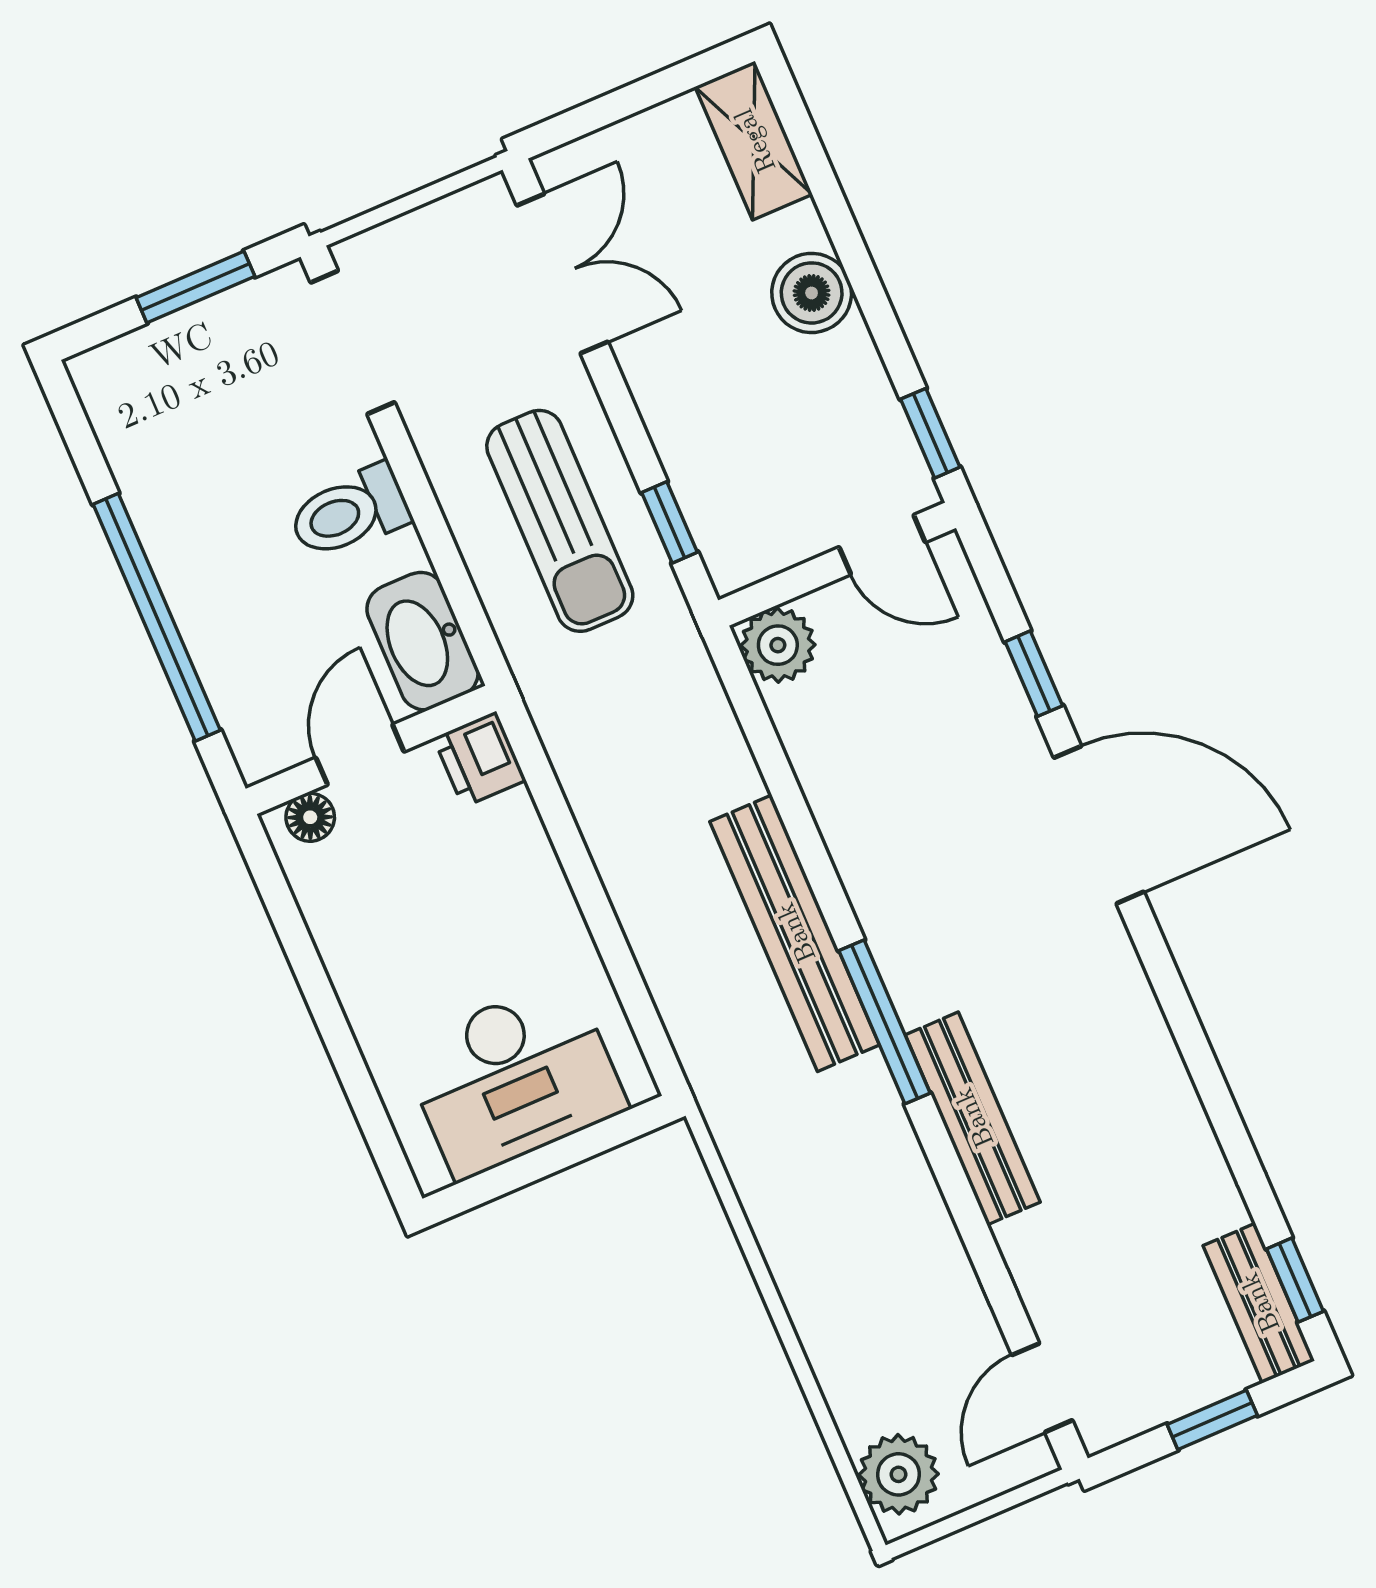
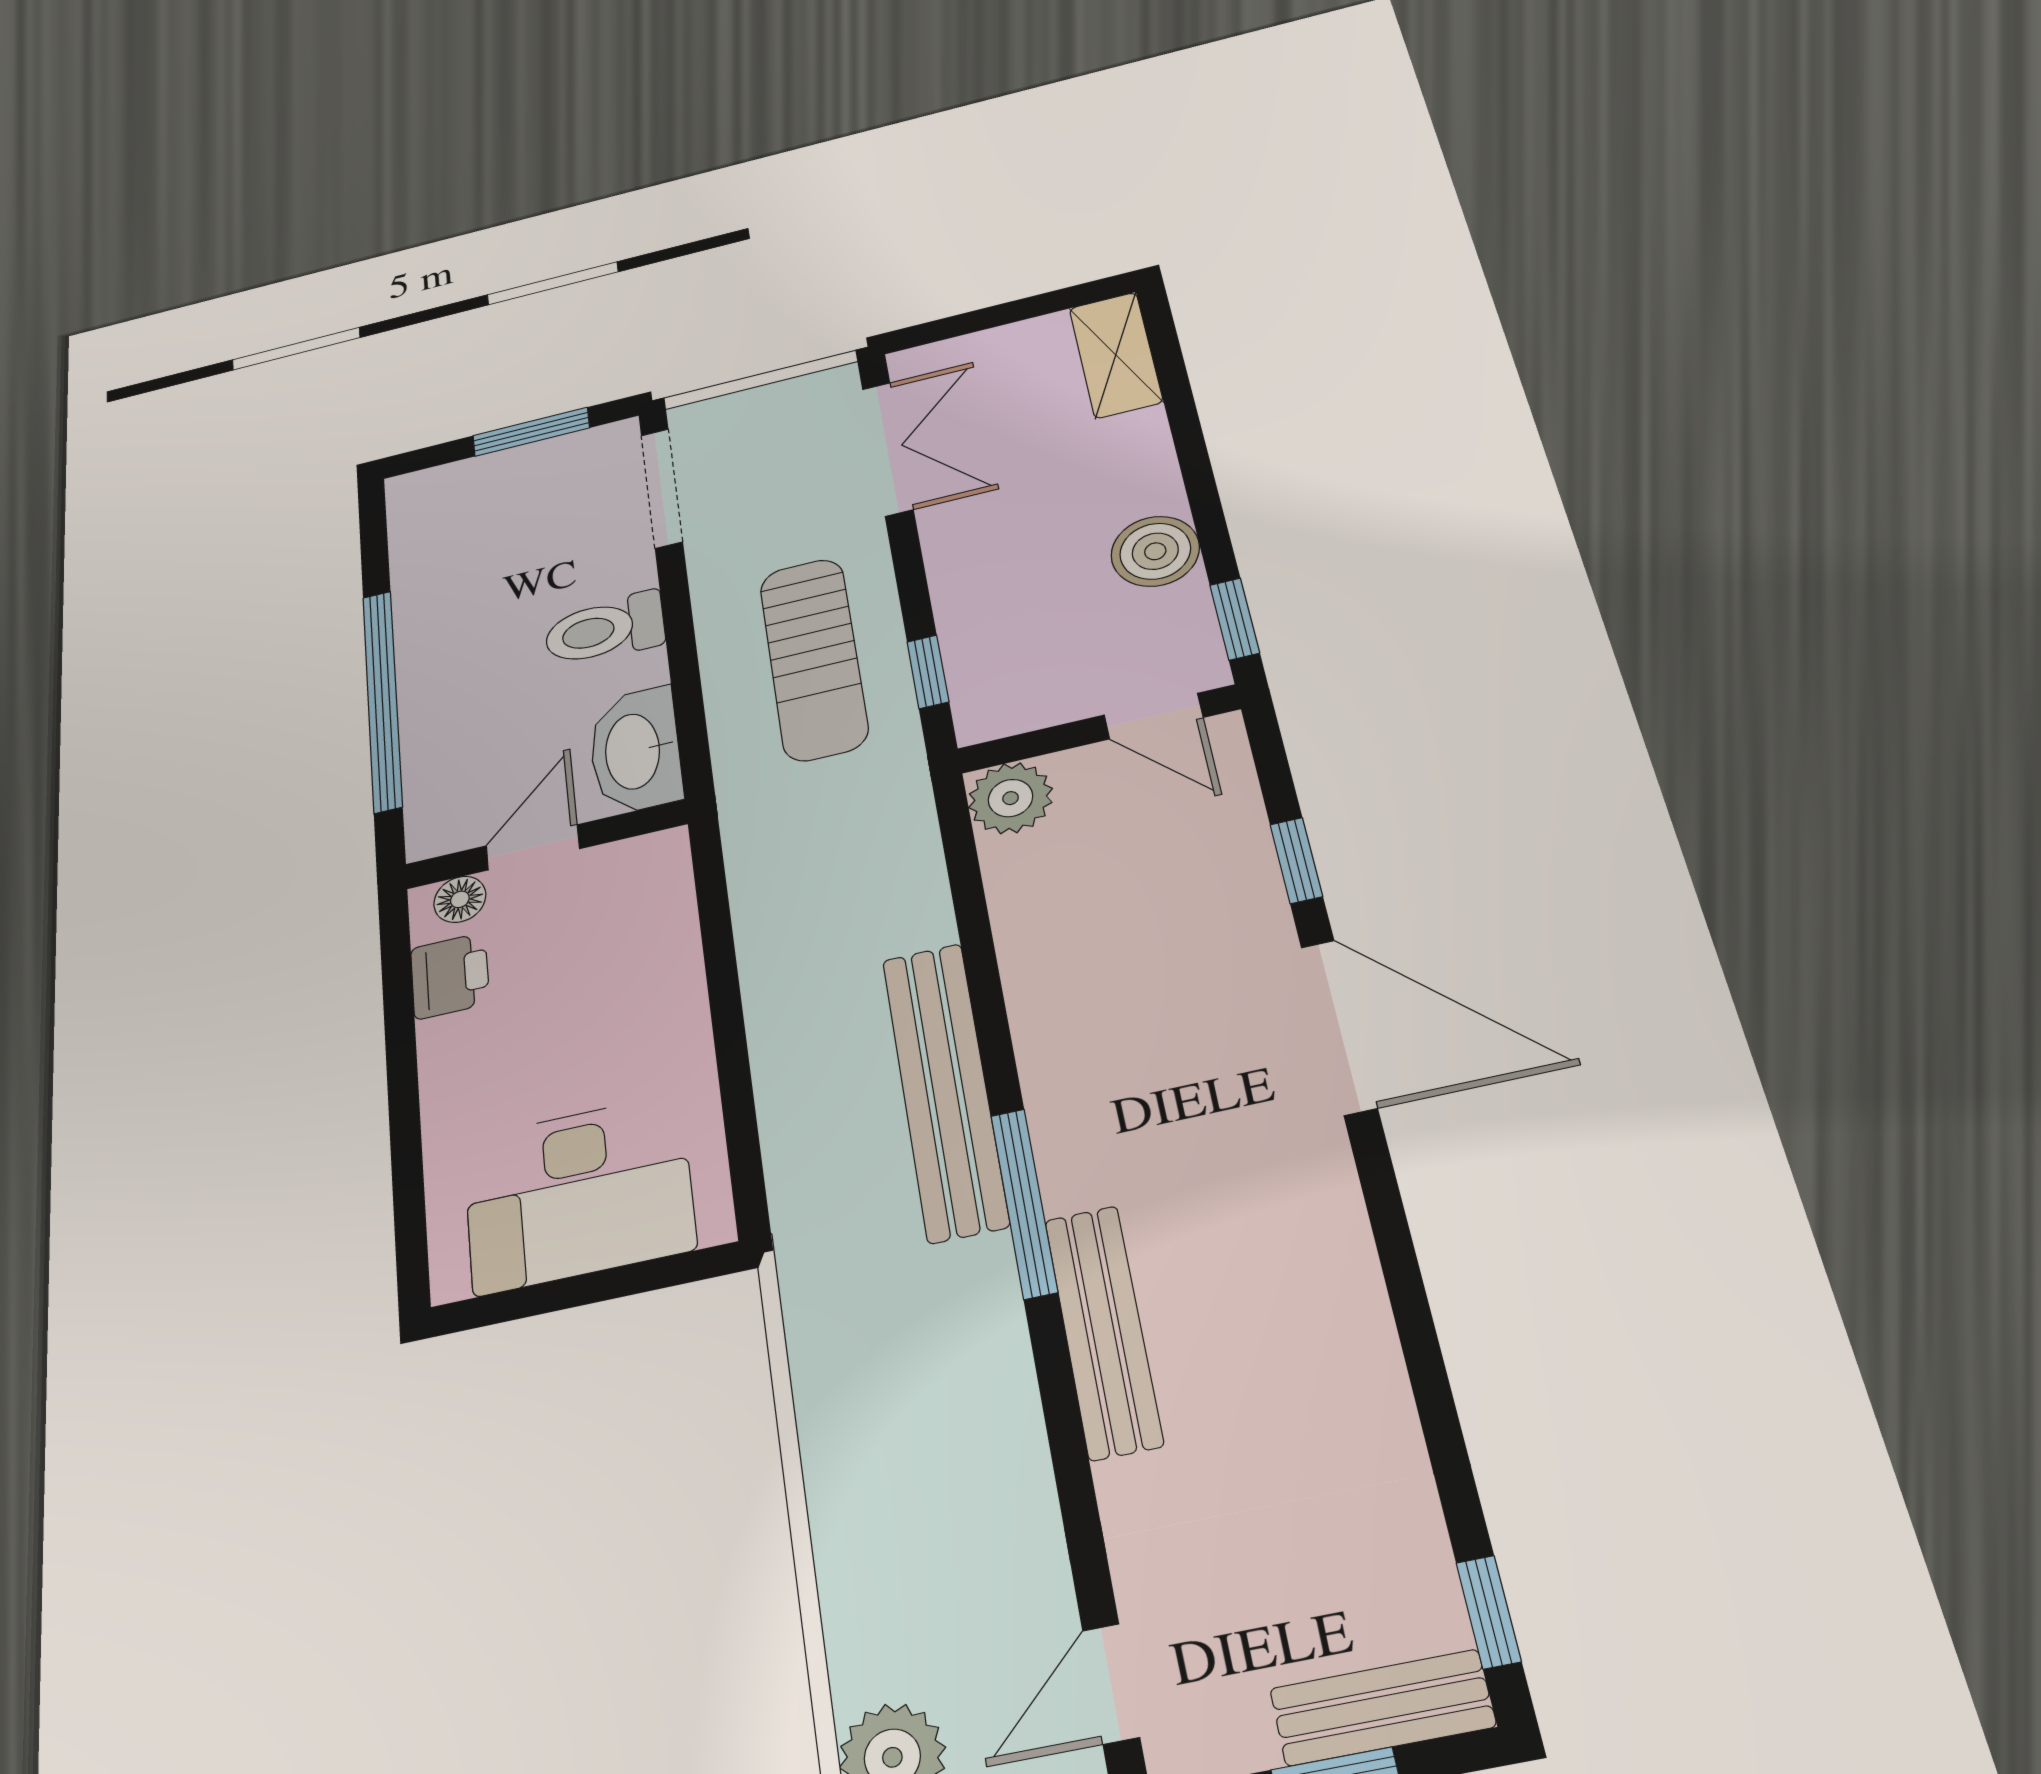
boiler: (812, 293) -> (1155, 551), moved
printer: (480, 759) -> (450, 976), moved, turned 180
bench: (1259, 1303) -> (1382, 1708), moved, turned 90

